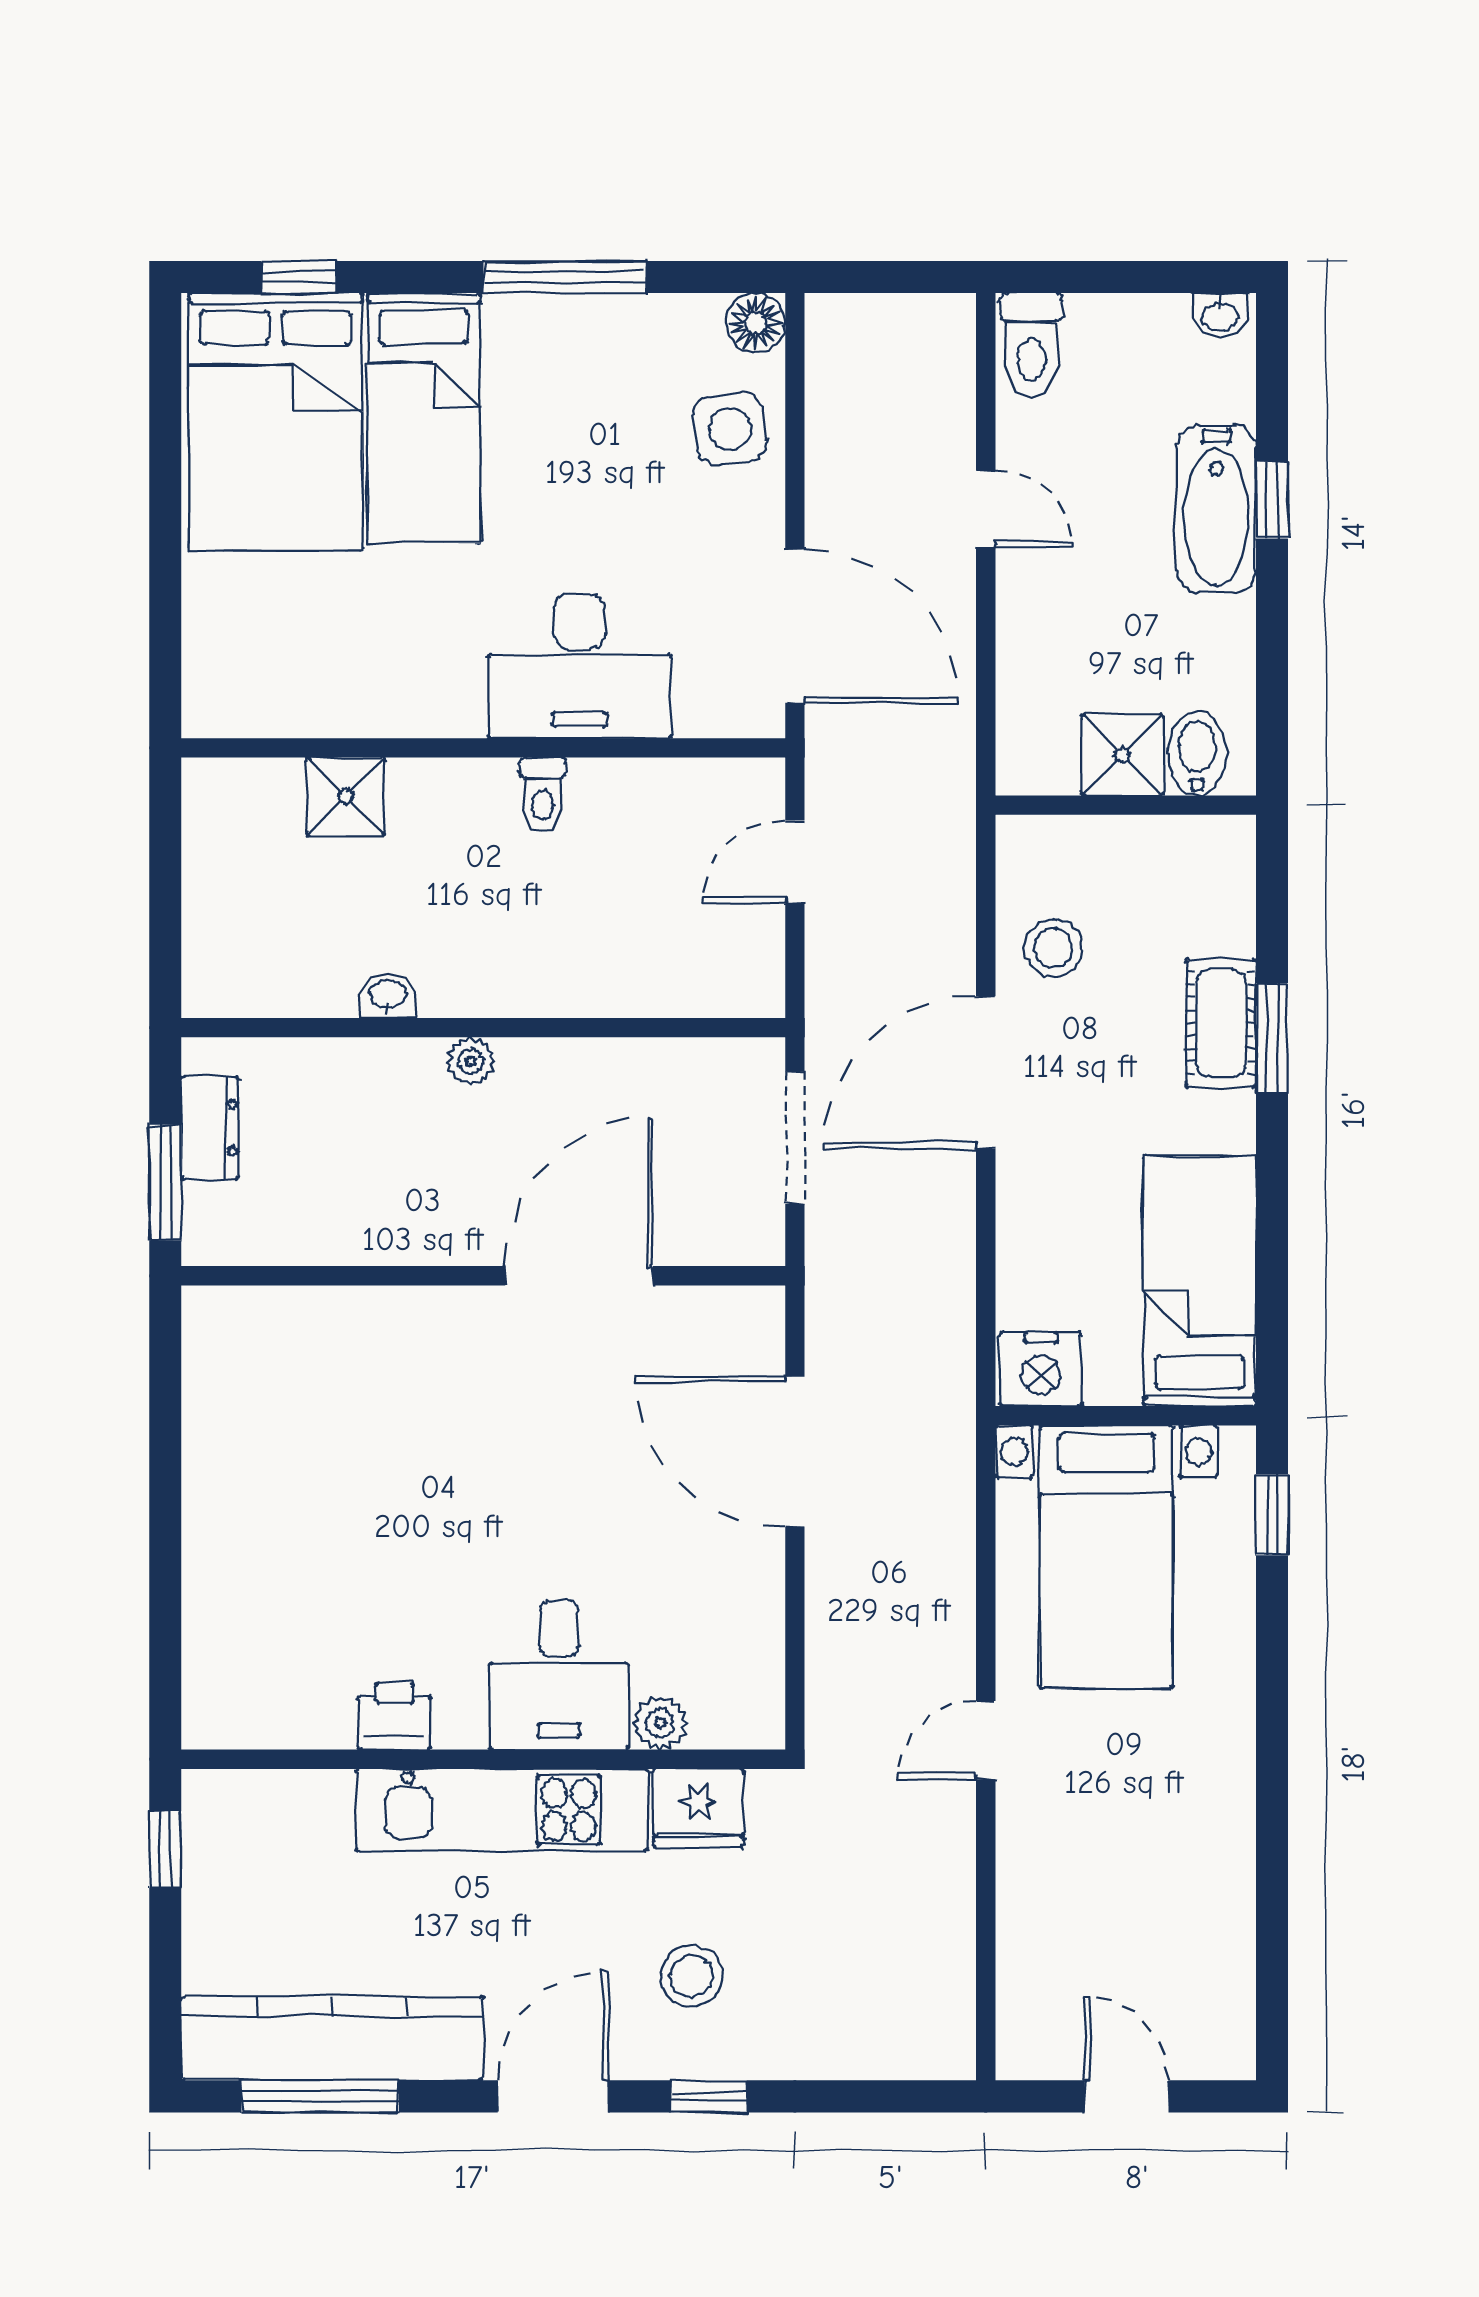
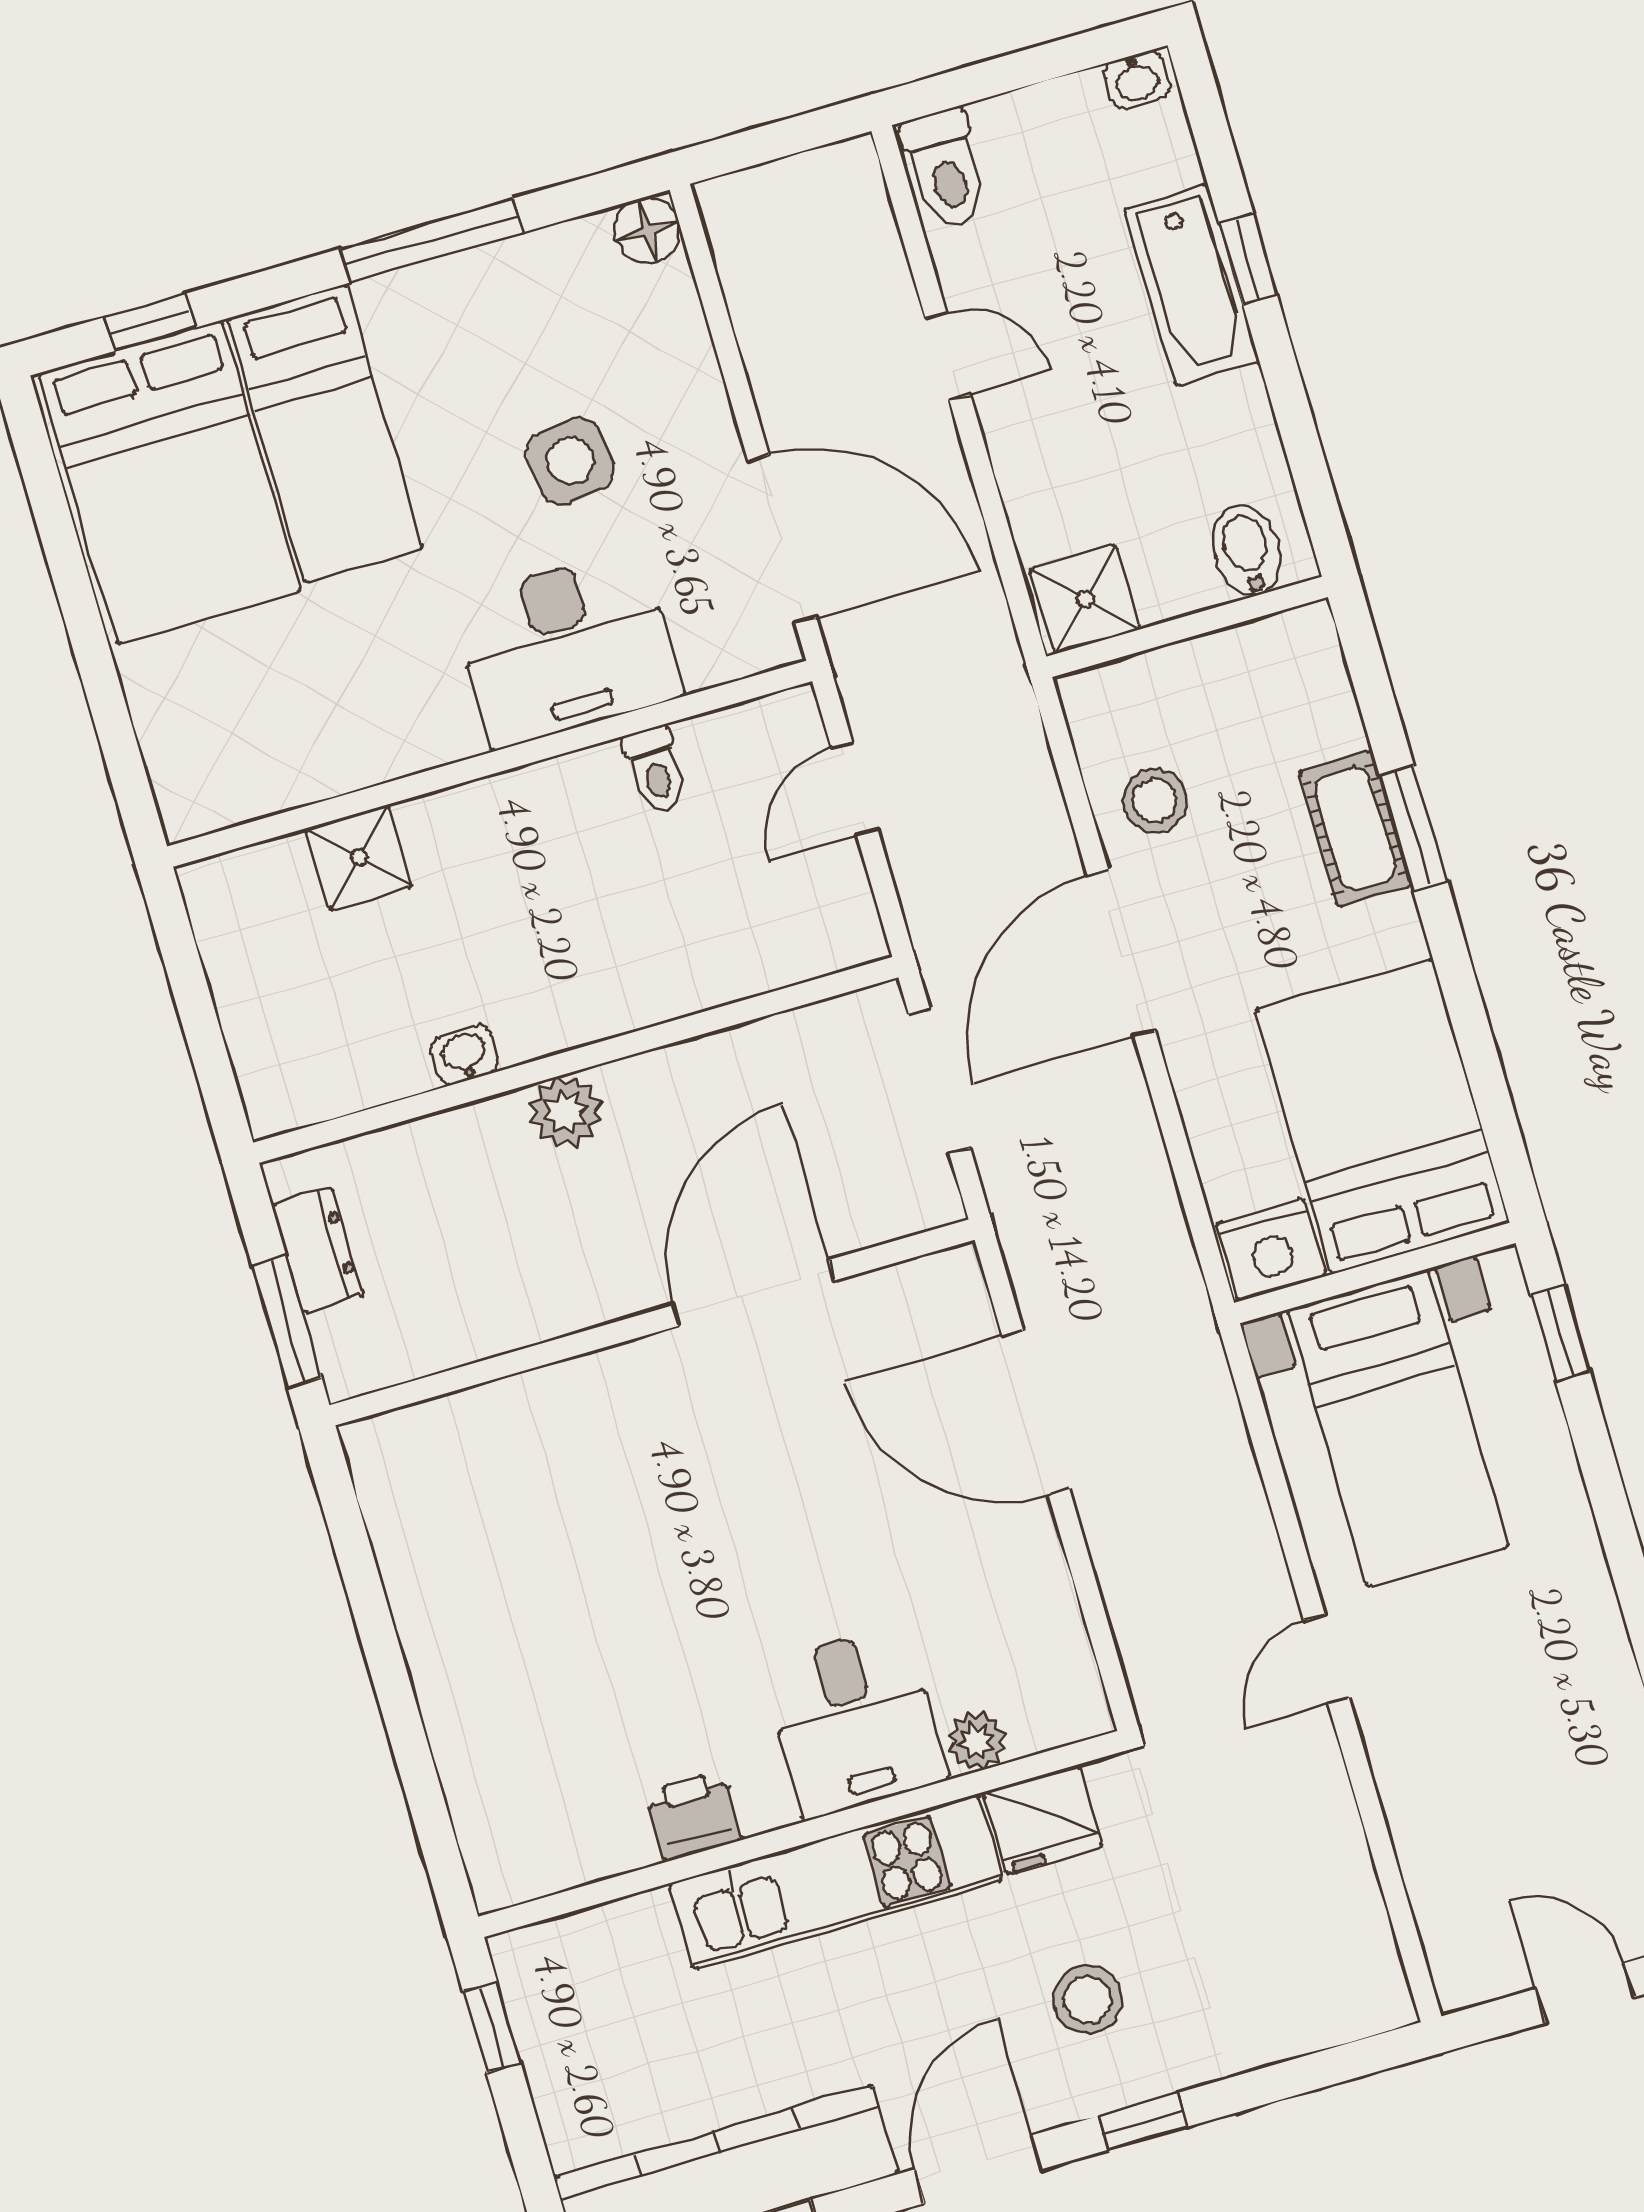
side table: (730, 429) -> (570, 461), moved
shower: (1122, 755) -> (1085, 599), moved
toilet: (543, 795) -> (655, 770), moved
plant: (470, 1061) -> (566, 1112), width x1.38, depth x1.38
bed: (1200, 1281) -> (1382, 1116), width x1.50

